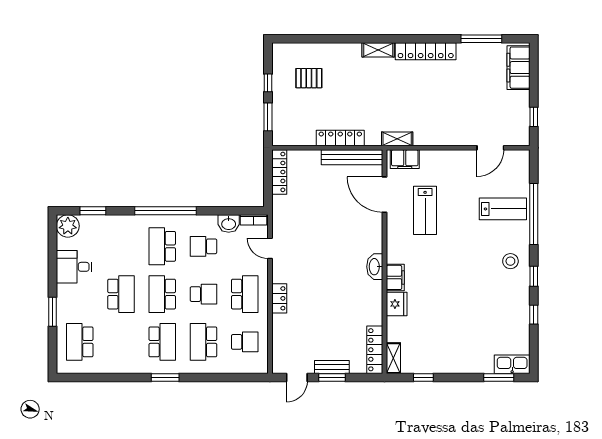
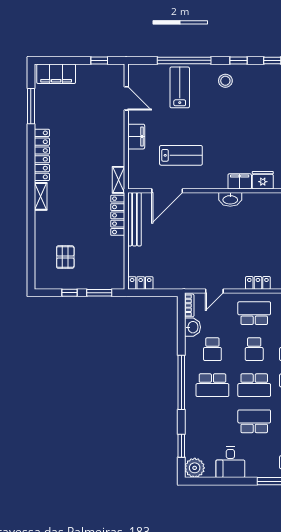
locker: (340, 138) -> (118, 215), moved
filing cabinet: (405, 159) -> (136, 137), moved
locker: (279, 172) -> (141, 283), width x0.66
school desk: (203, 294) -> (254, 349), turned 180

